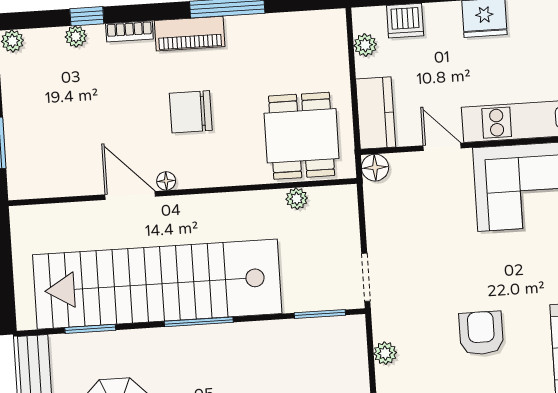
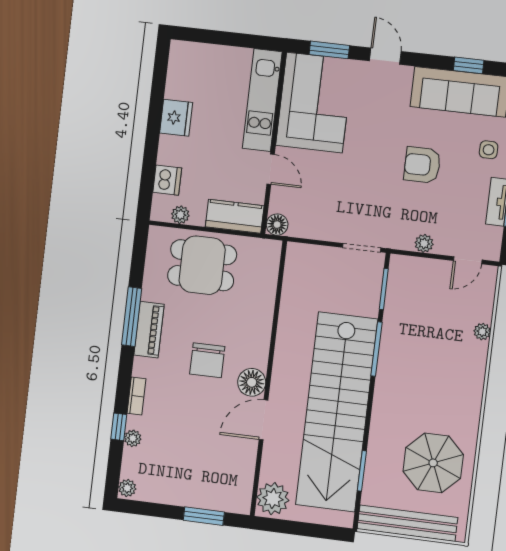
piano: (190, 34) -> (149, 330), moved
dining table: (302, 136) -> (202, 265), moved
door: (442, 147) -> (271, 169), swing flipped
floor lamp: (166, 181) -> (252, 382), width x1.89, depth x1.89
plant: (297, 199) -> (273, 499), moved, width x1.87, depth x1.87
window: (199, 322) -> (376, 349), moved

